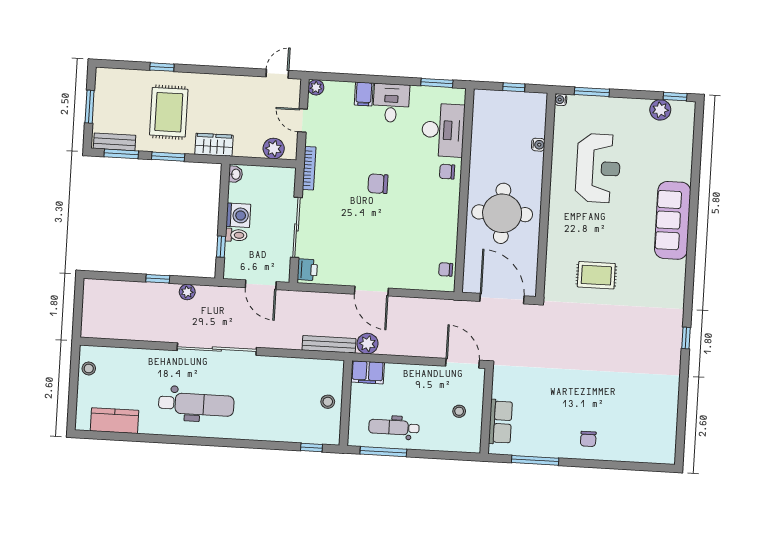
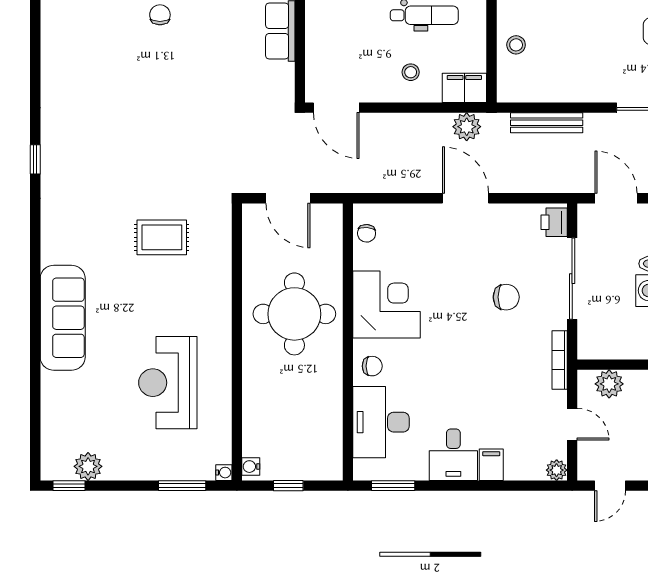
water cooler: (538, 145) -> (251, 467), moved
chair: (378, 184) -> (506, 297), moved
corner desk: (434, 216) -> (387, 305), added
chair: (446, 269) -> (367, 233), turned 95
door: (502, 299) -> (288, 198), width x0.73
bench: (329, 344) -> (547, 123), moved
stool: (459, 411) -> (411, 72), moved

